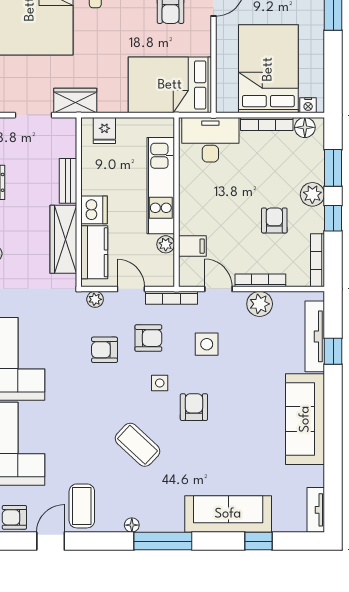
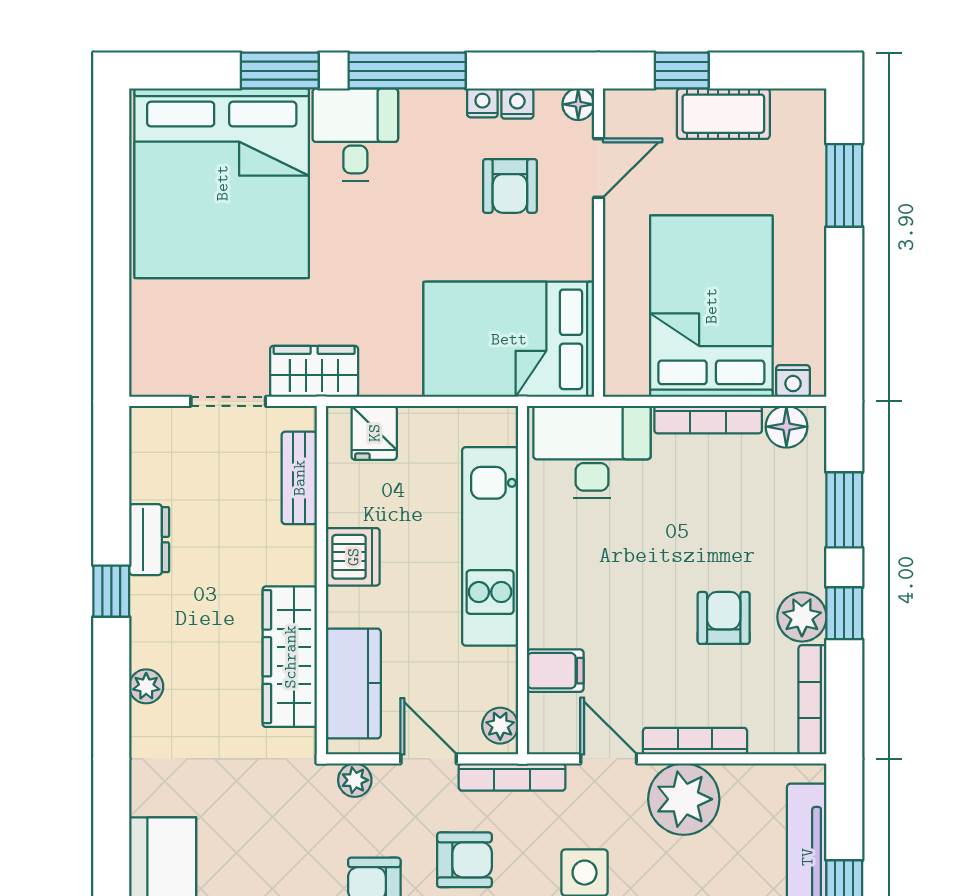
bench: (68, 181) -> (299, 478), moved
plant: (312, 194) -> (802, 617), moved
dishwasher: (94, 210) -> (353, 557), moved
plant: (166, 244) -> (500, 726), moved
plant: (260, 304) -> (684, 799), width x1.36, depth x1.36

